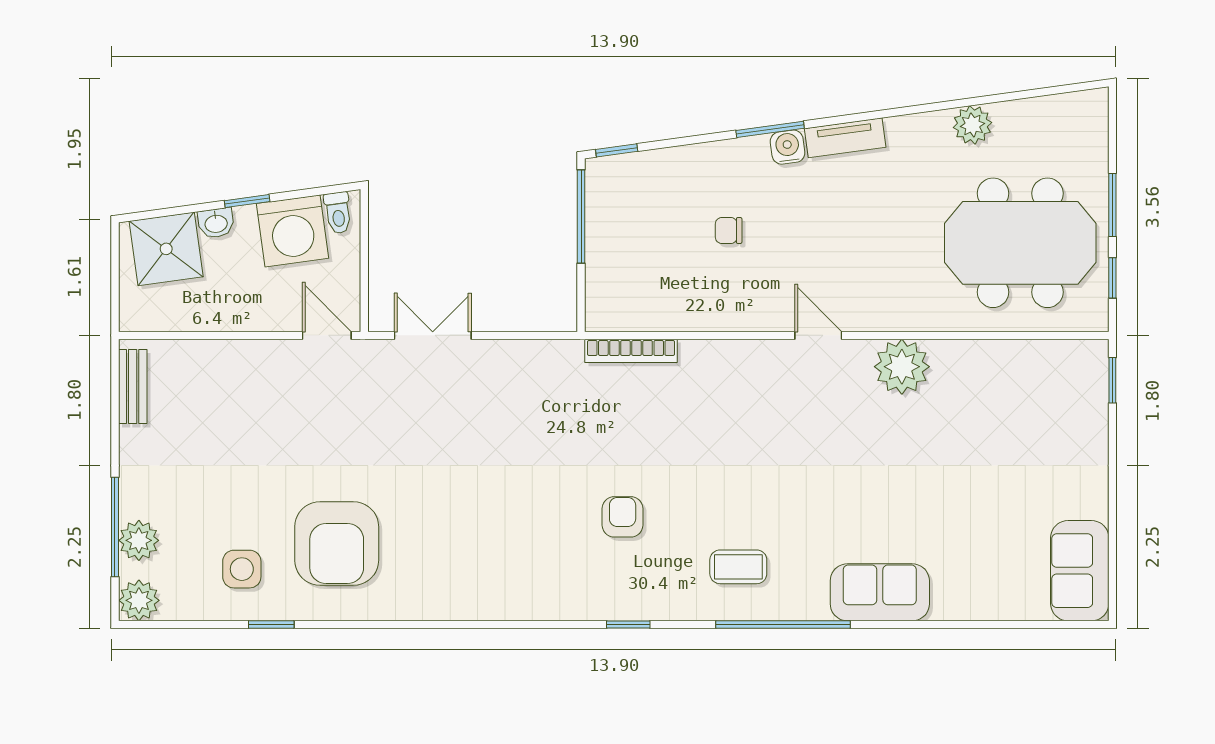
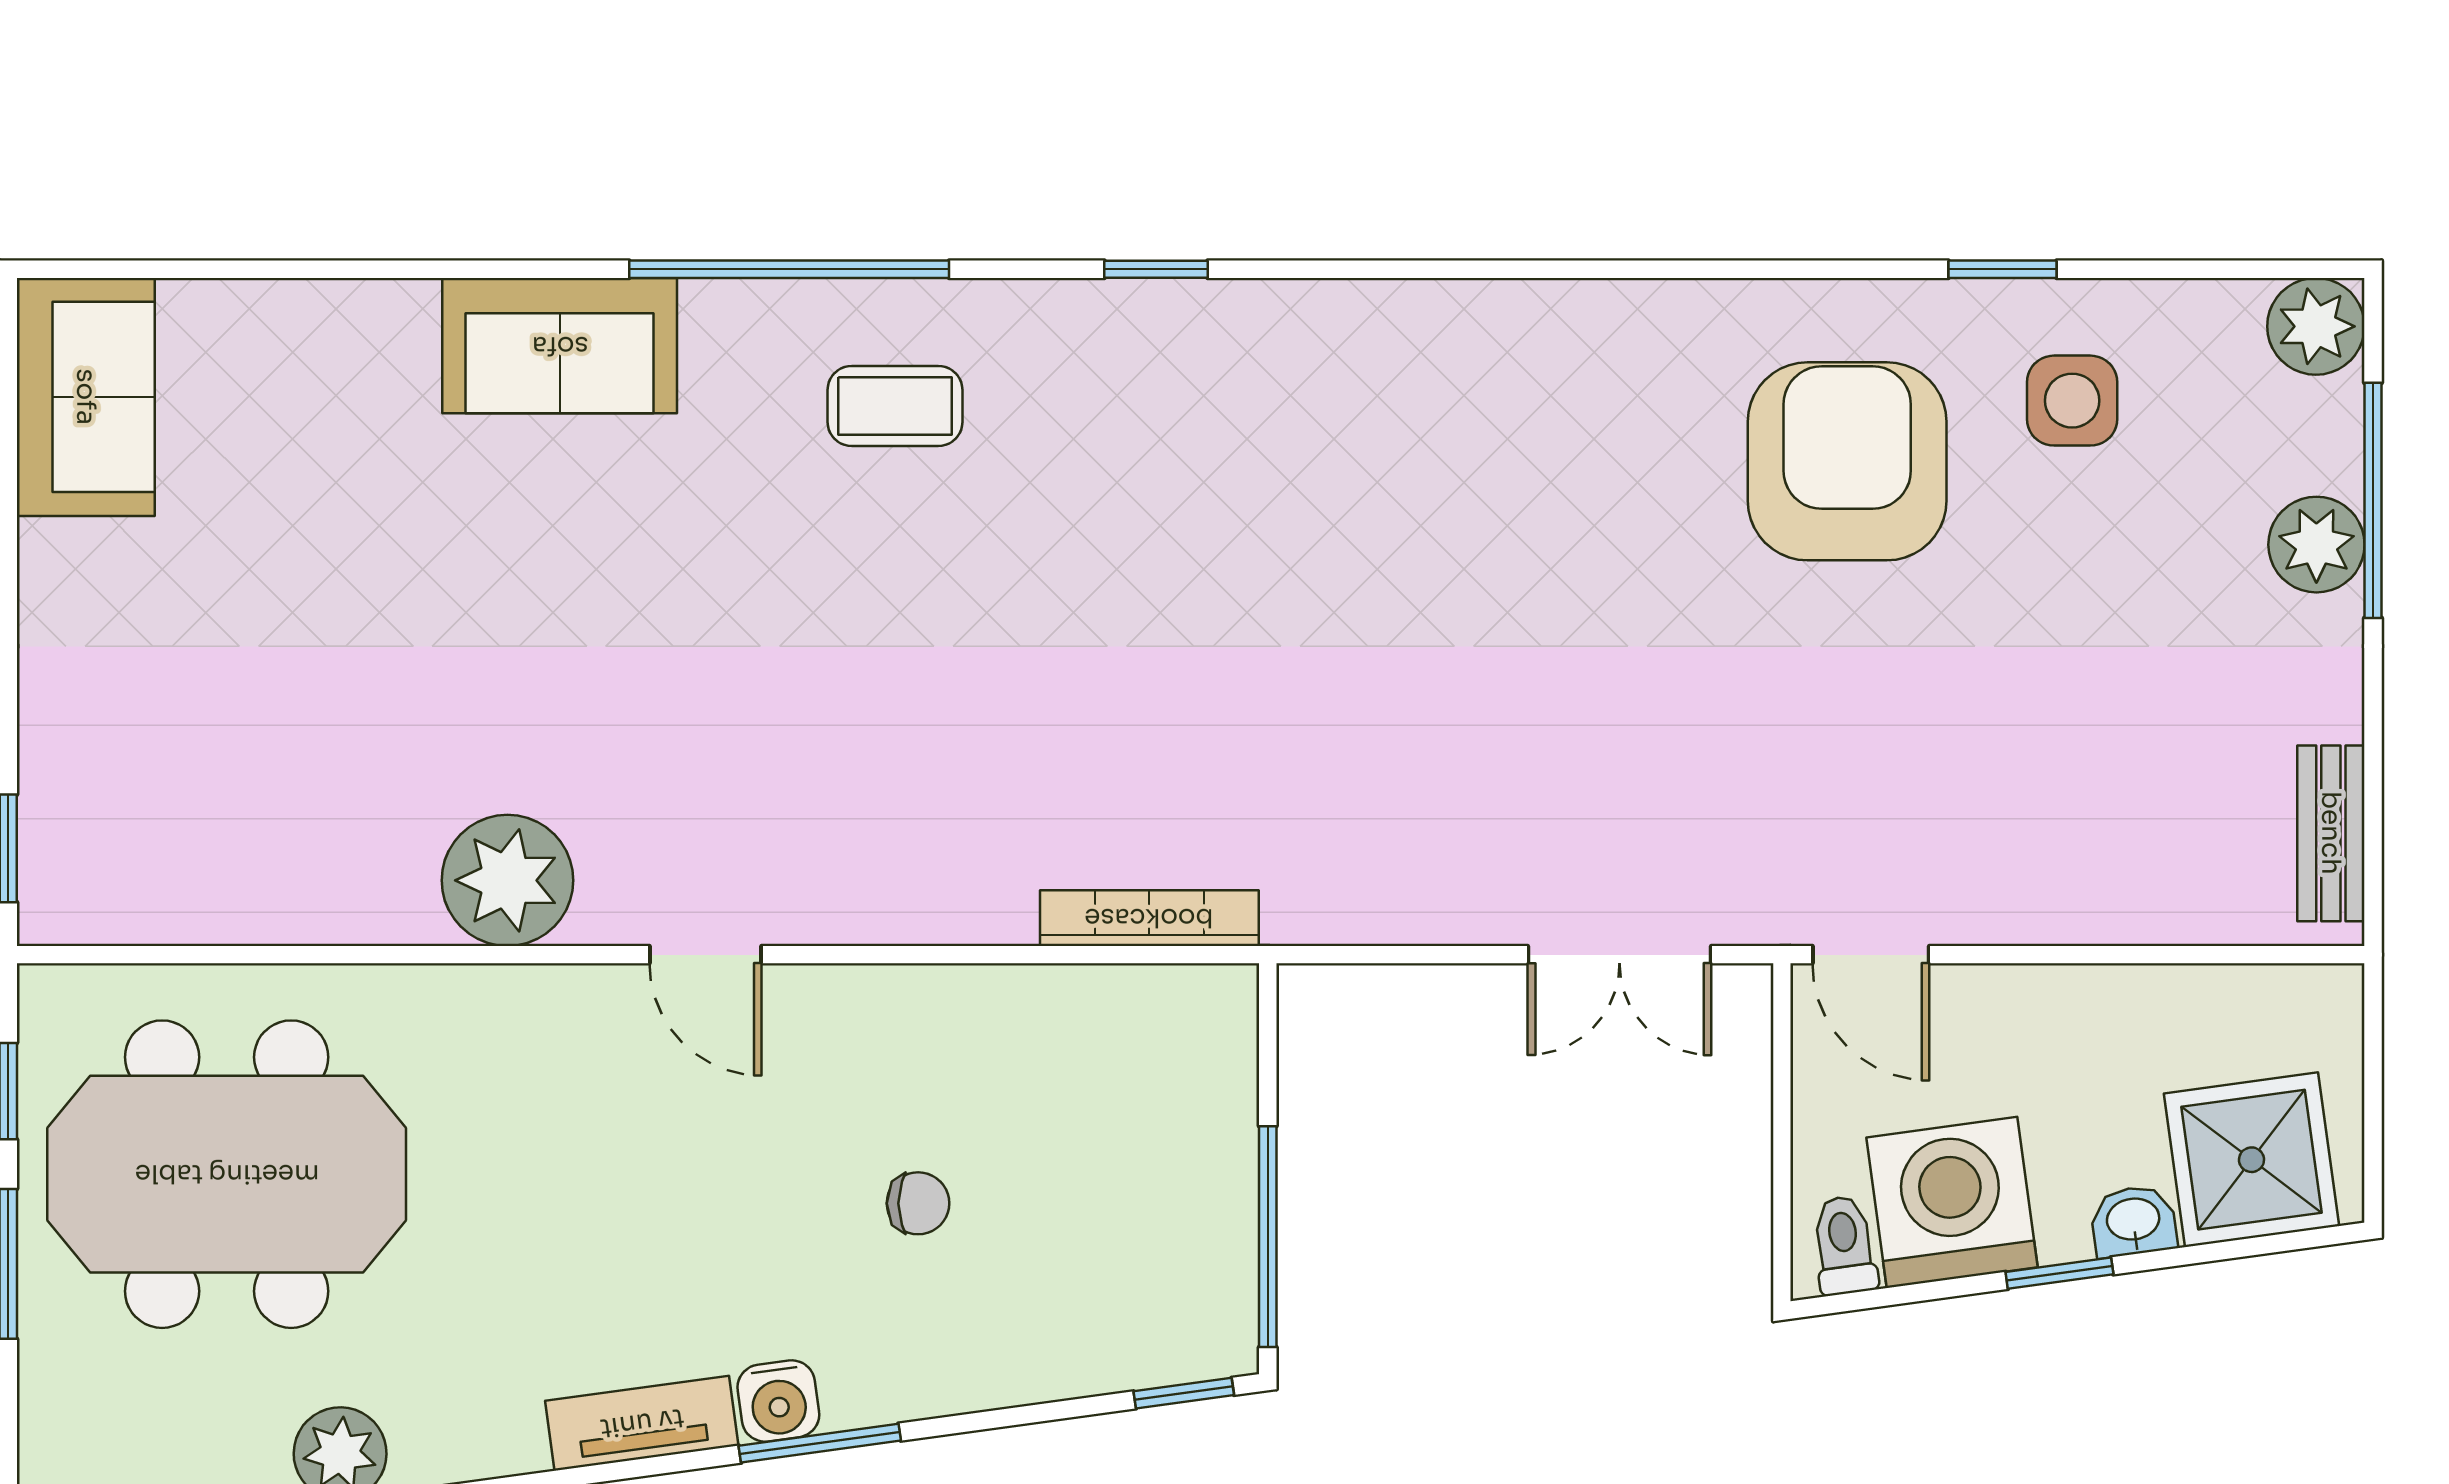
armchair: (623, 517) -> (1170, 524), removed
plant: (139, 540) -> (2316, 545), moved

